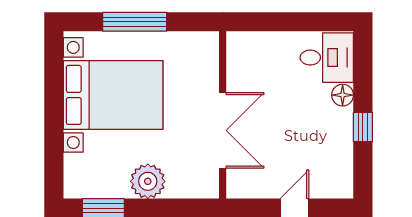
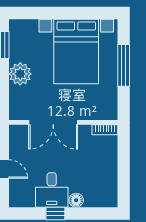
bookcase: (234, 51) -> (105, 130), added
desk: (327, 58) -> (52, 190), moved

